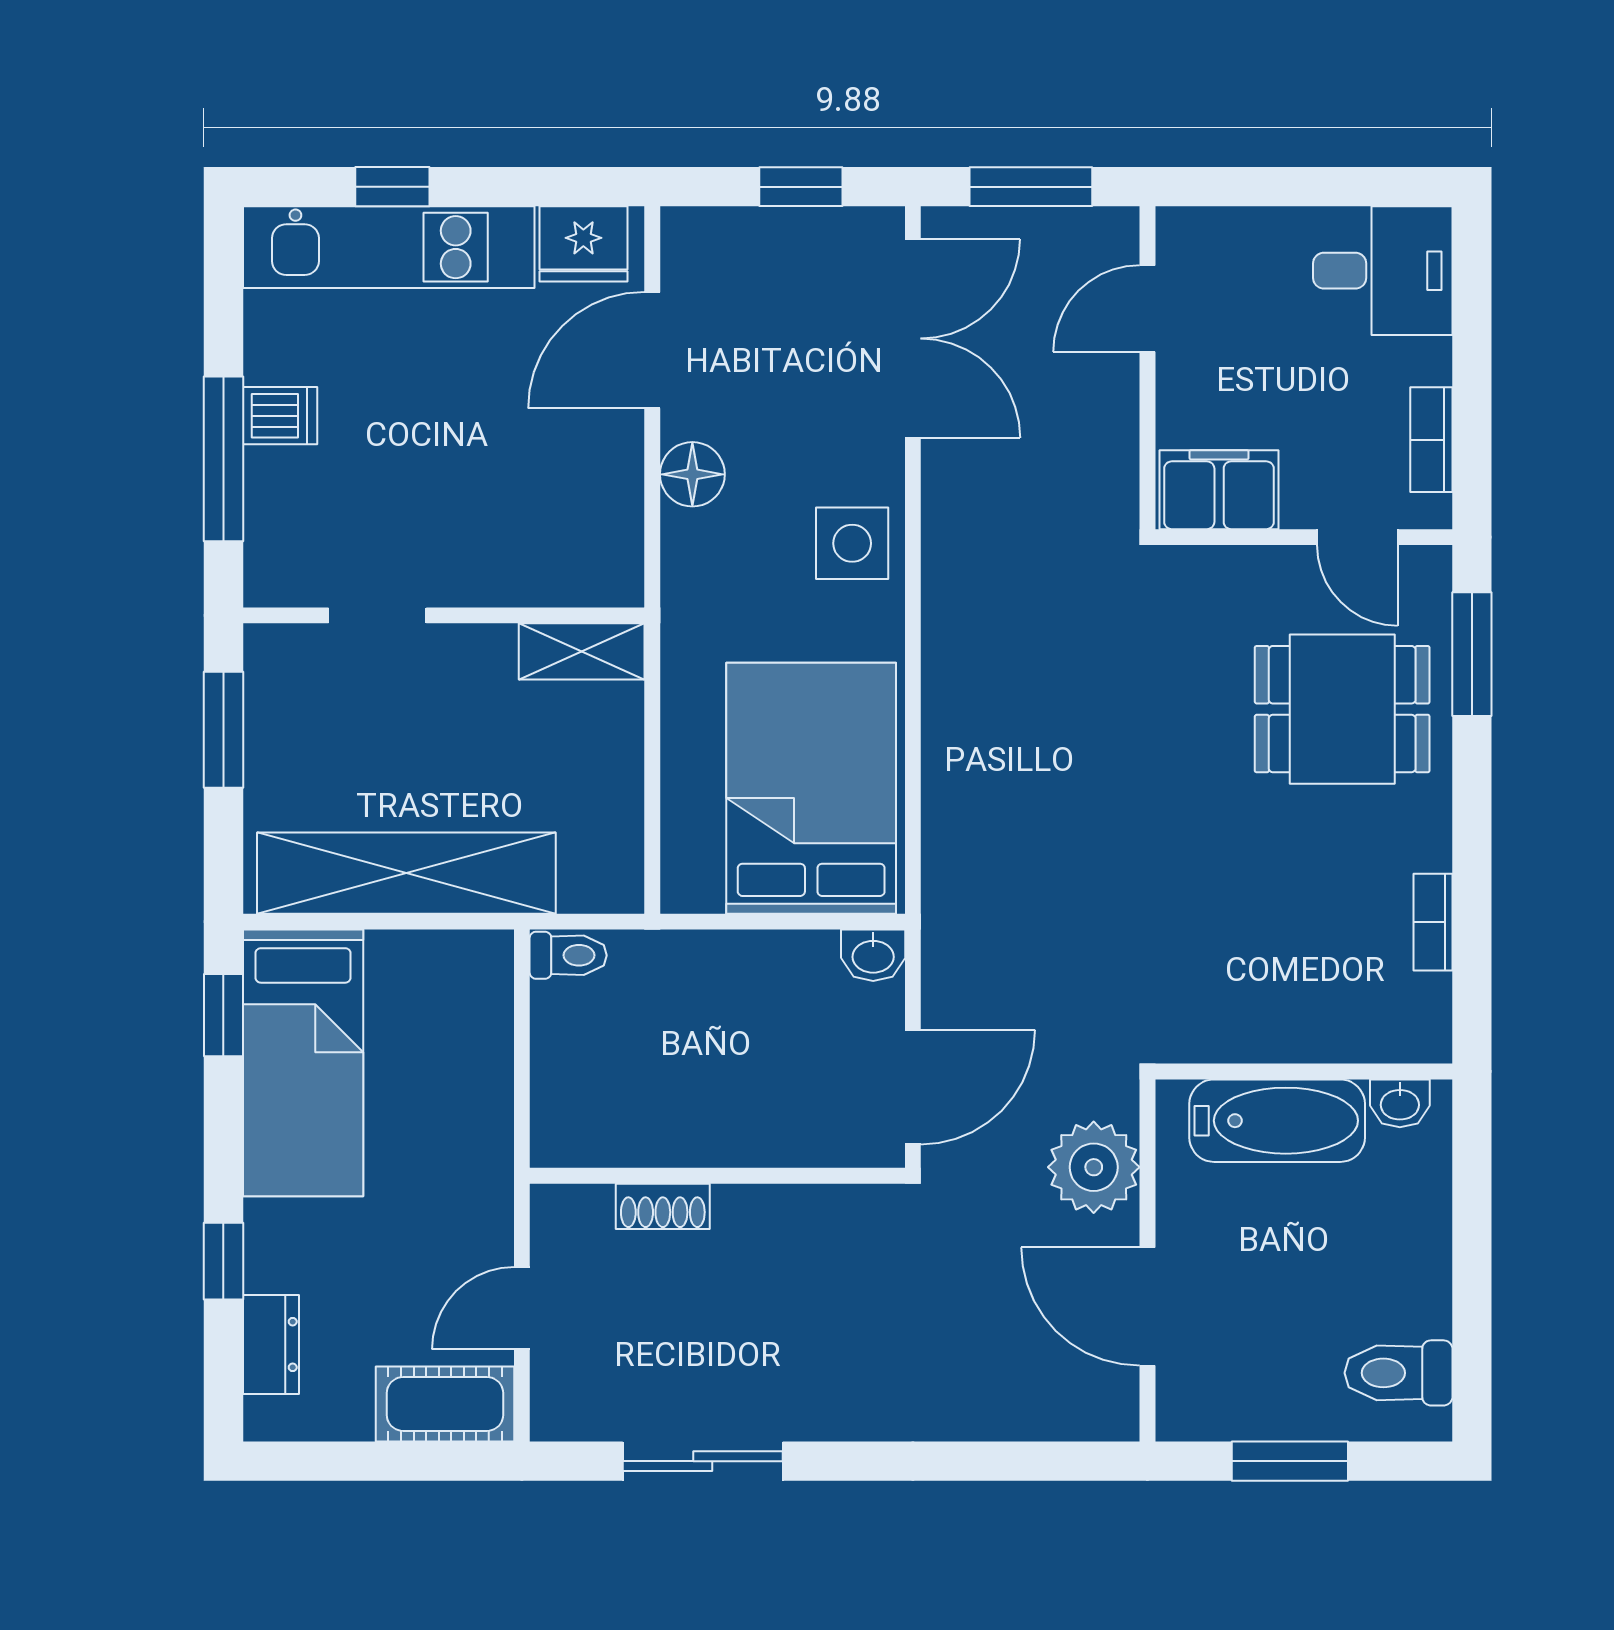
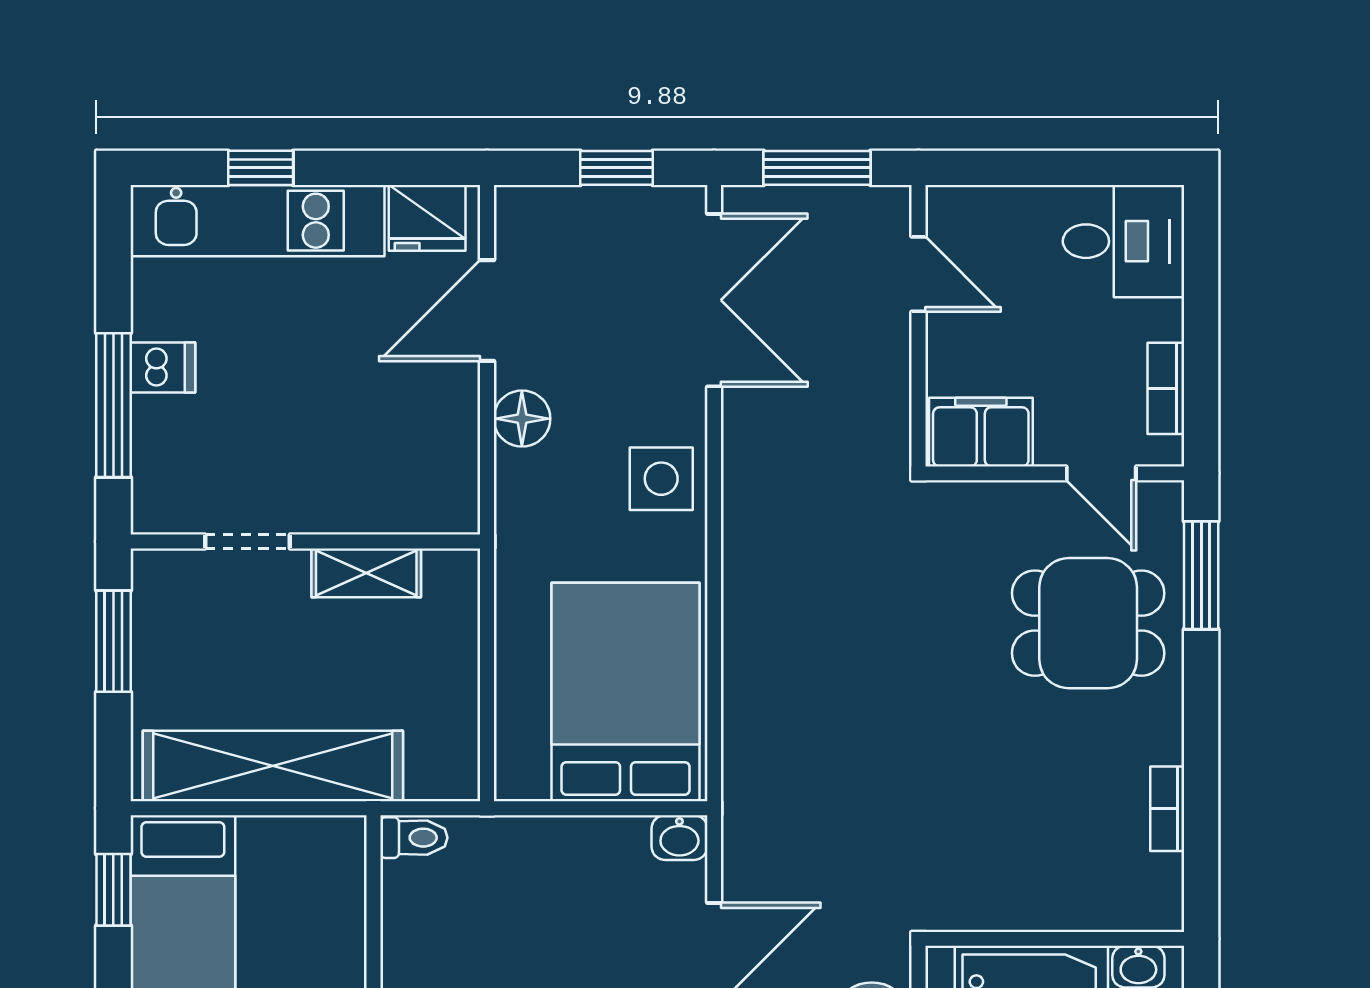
door: (1147, 309) -> (918, 274), swing flipped
shelving: (582, 651) -> (366, 573), moved

